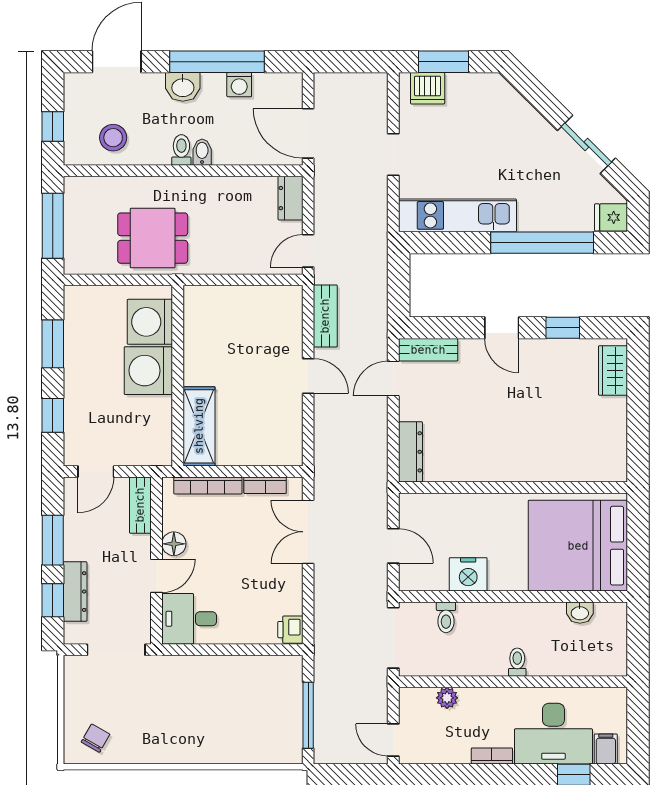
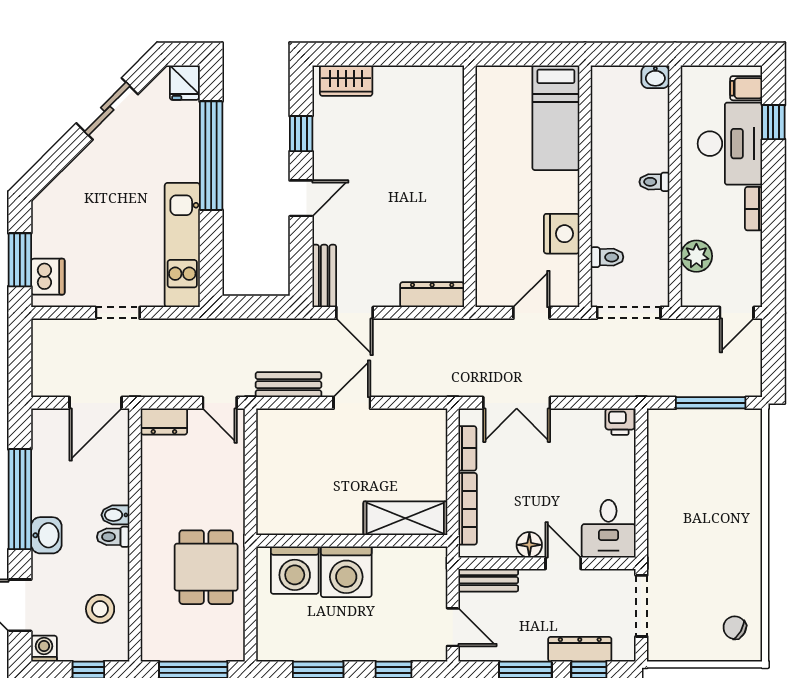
washing machine: (239, 85) -> (44, 649), moved, turned -90
bed: (578, 546) -> (556, 118), width x0.49
washbasin: (580, 613) -> (655, 77), moved, turned 90
plant: (447, 698) -> (696, 256), width x1.38, depth x1.38

